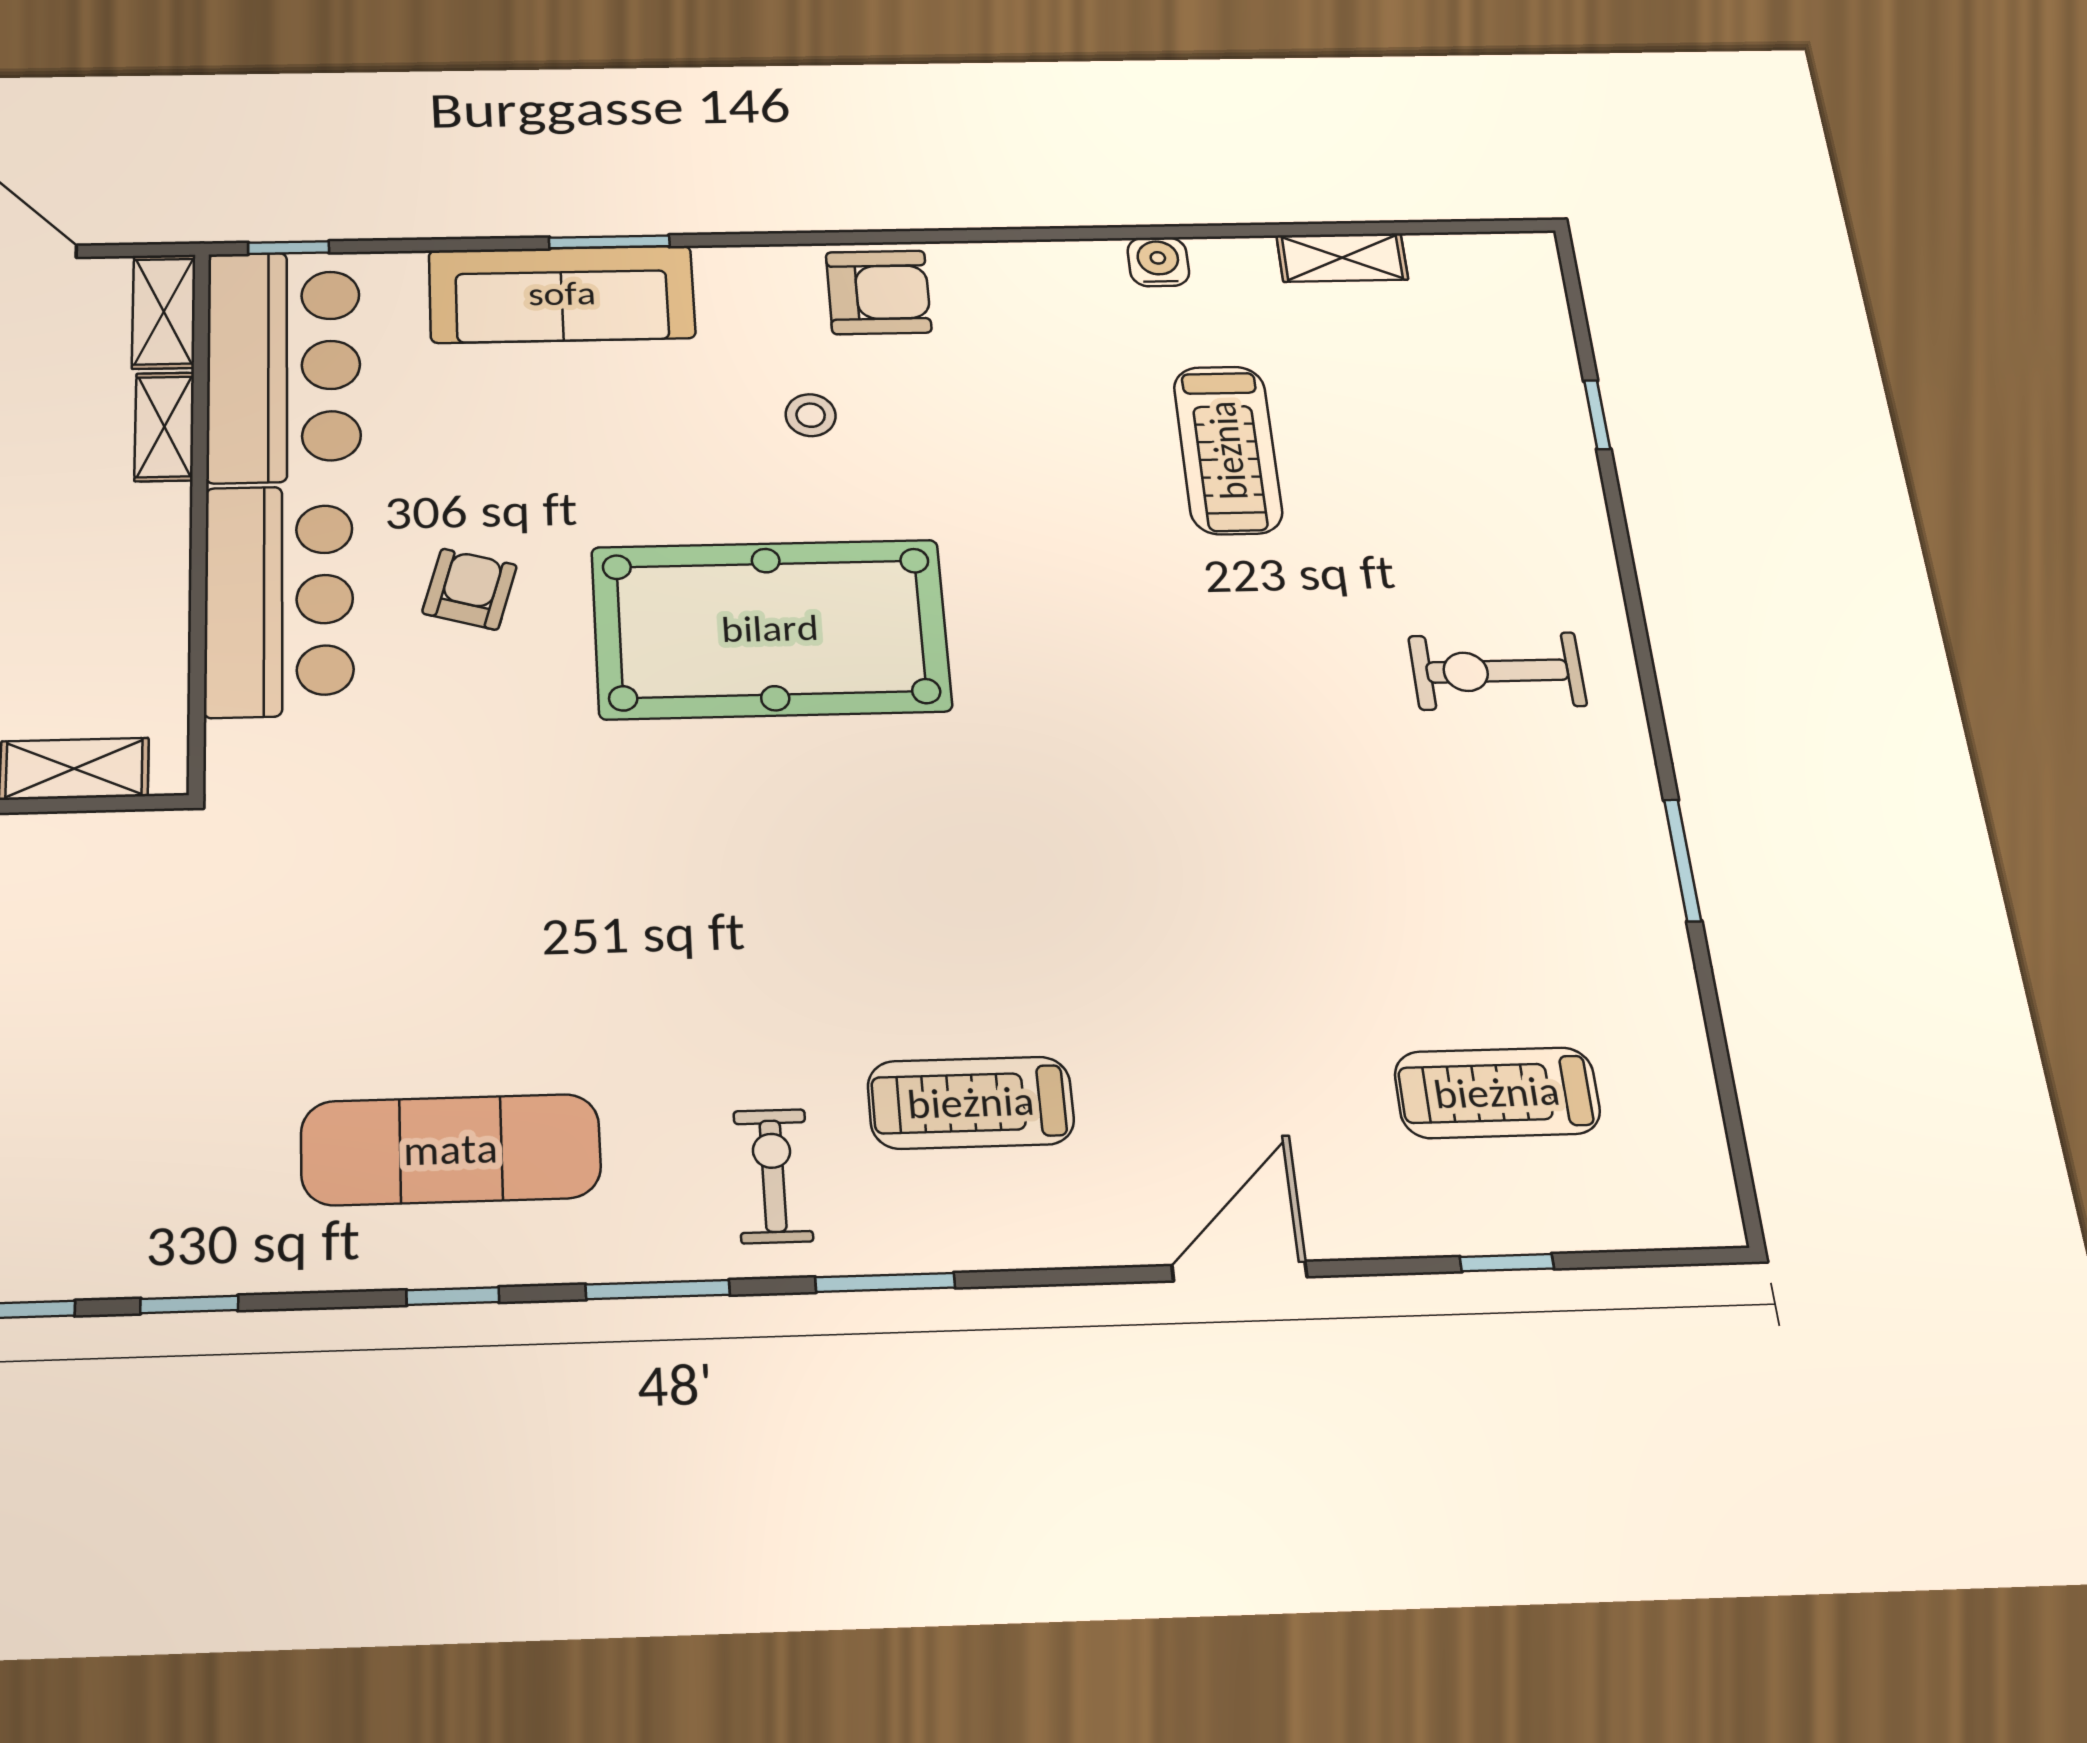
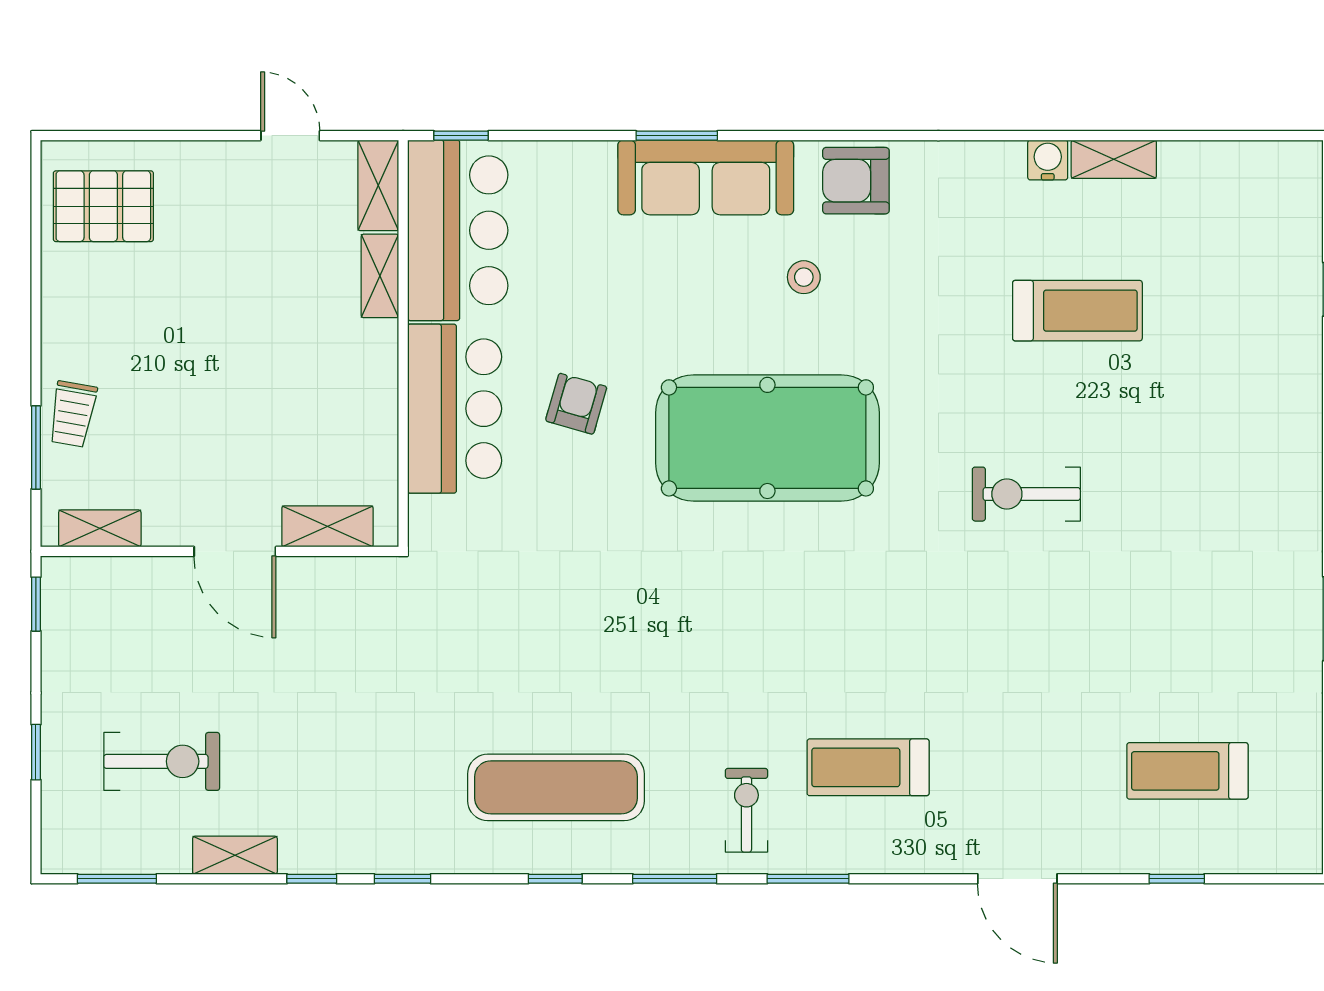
shelving: (1342, 258) -> (1114, 159), moved
armchair: (879, 292) -> (856, 181), turned 180
sofa: (562, 294) -> (706, 177), moved
treadmill: (1228, 450) -> (1077, 311), turned -90
exercise bike: (1497, 671) -> (1026, 494), moved
door: (1239, 1271) -> (1017, 879), swing flipped

